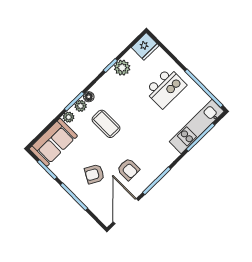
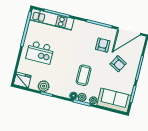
kitchen island: (166, 88) -> (40, 52), turned 180

